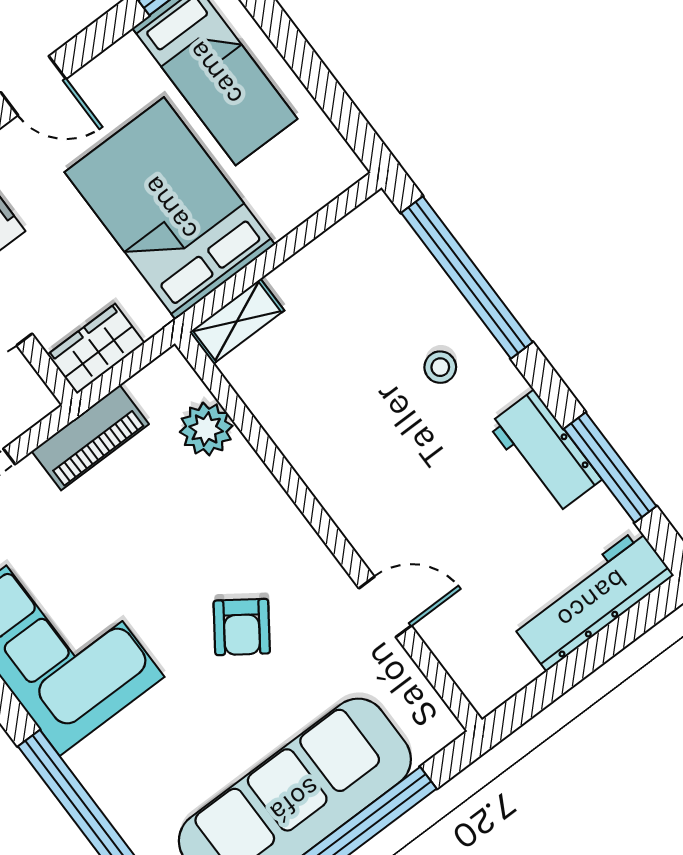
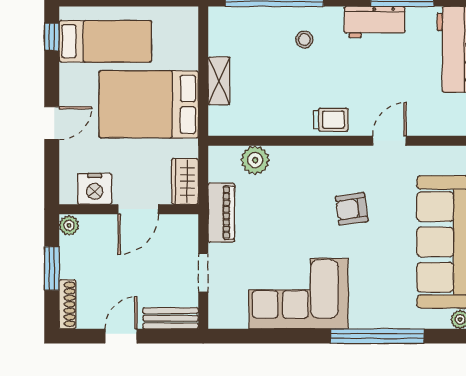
shelving: (237, 321) -> (219, 81), moved
trolley: (351, 496) -> (331, 120), added
armchair: (242, 627) -> (352, 209), turned 137

